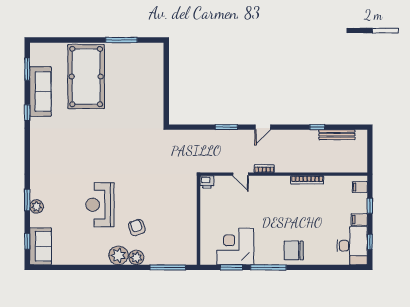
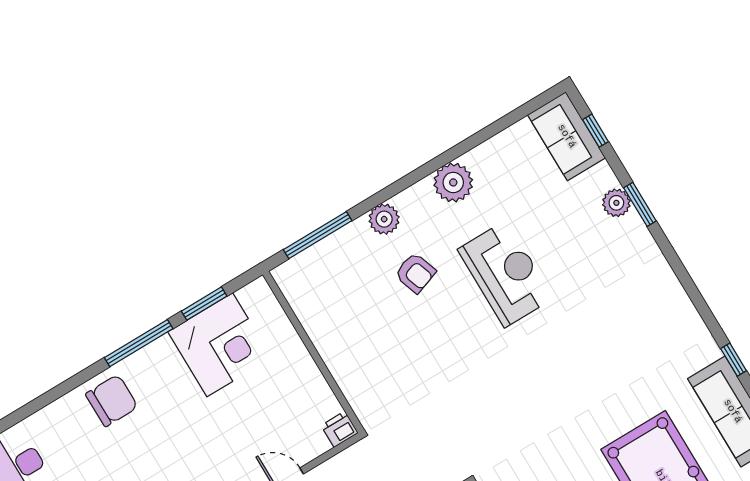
plant: (118, 255) -> (453, 182), moved

